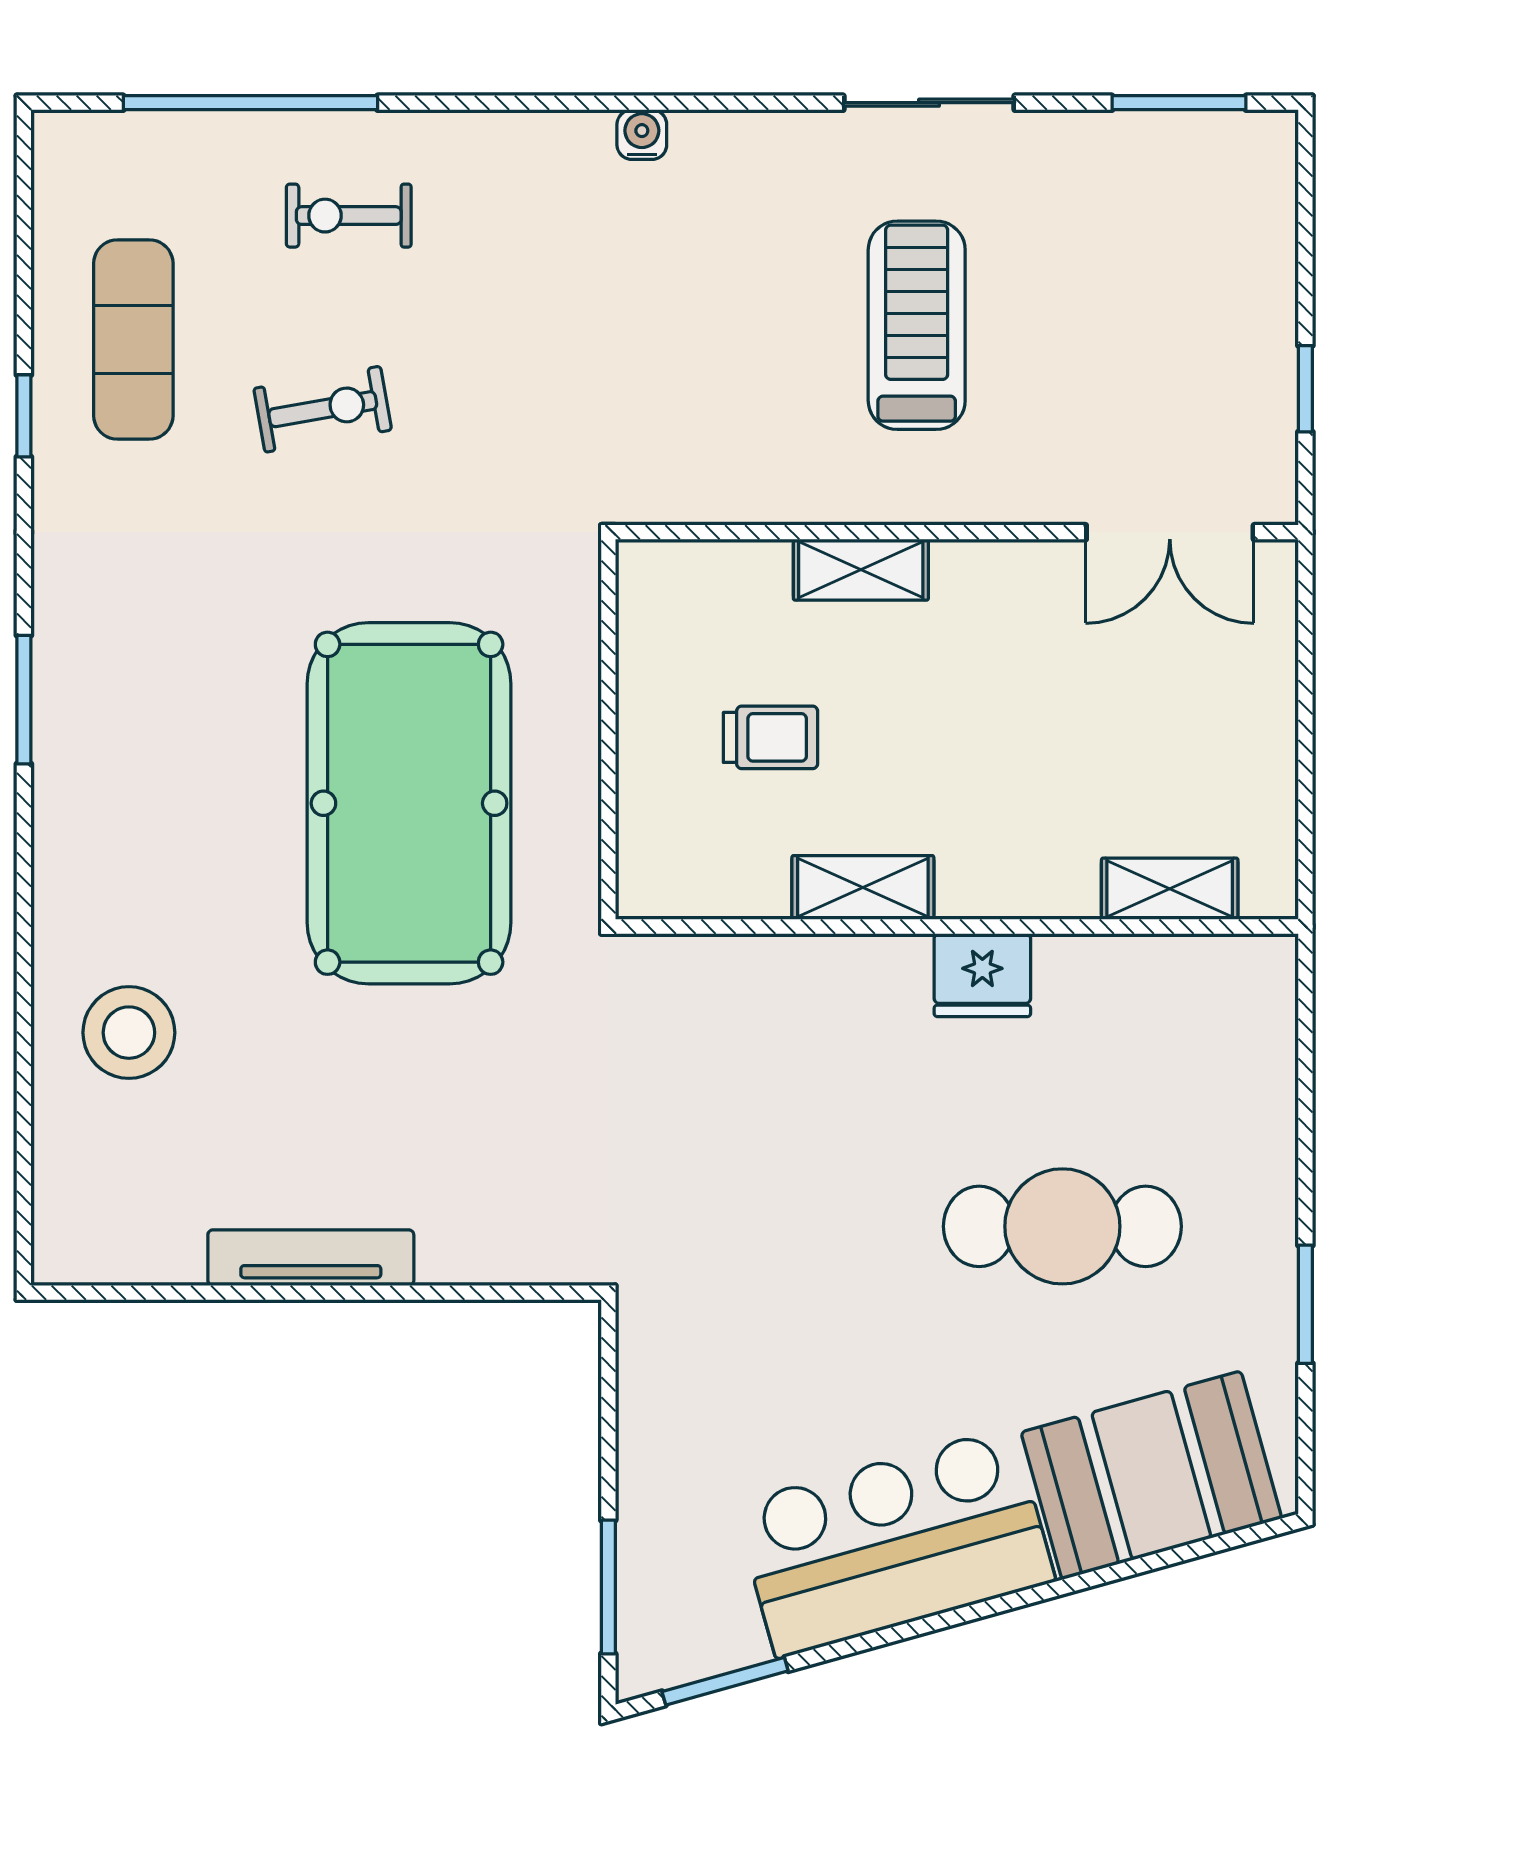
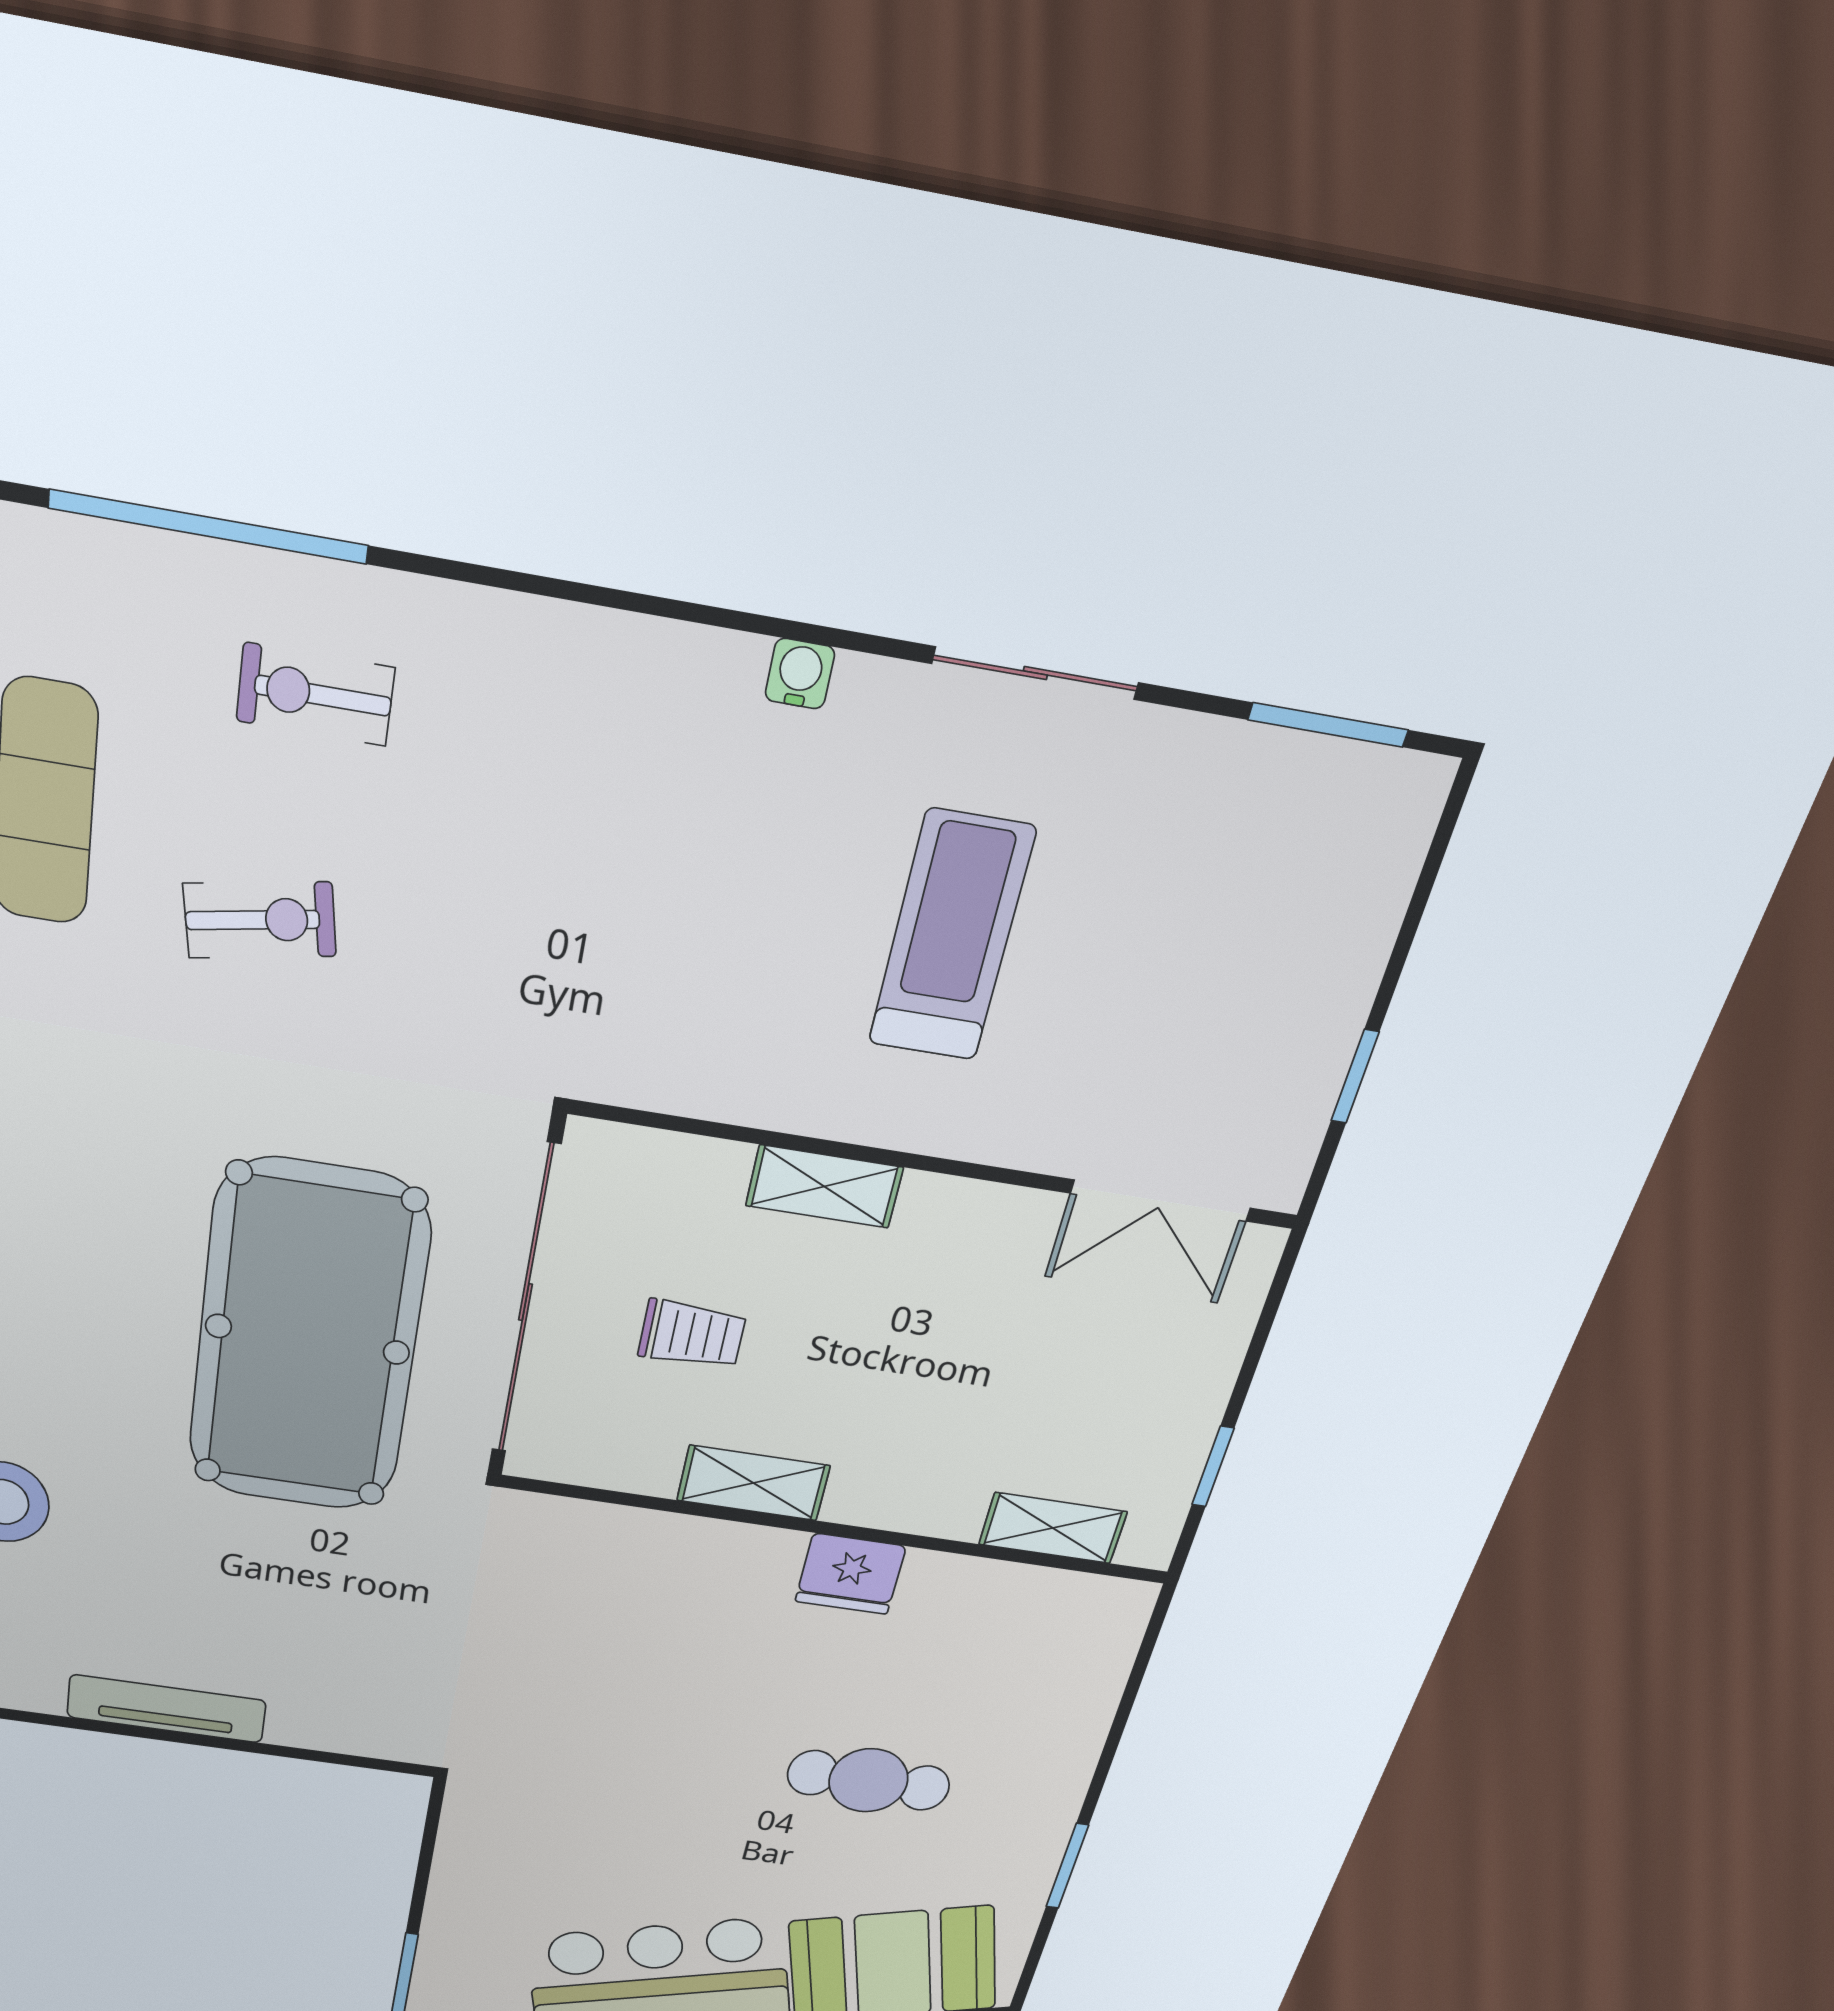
water cooler: (642, 135) -> (800, 674), moved
sliding door: (608, 730) -> (525, 1302), added
window: (1305, 794) -> (1213, 1467), added
cafe table: (1062, 1226) -> (868, 1780), width x0.73, depth x0.74

